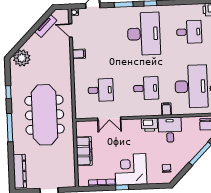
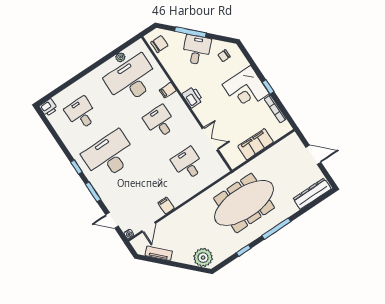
desk: (170, 130) -> (197, 50), moved, turned 135

